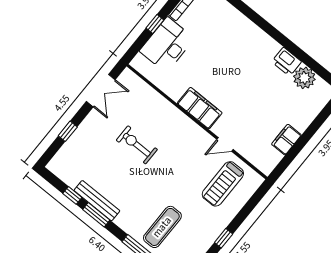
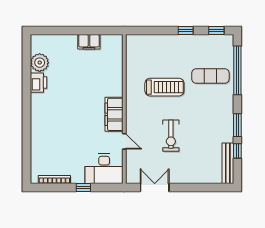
desk: (167, 45) -> (104, 169), moved
window: (68, 131) -> (198, 187), removed
door: (225, 144) -> (124, 141), moved
treadmill: (223, 184) -> (164, 87), moved
bench: (97, 201) -> (228, 163), moved

